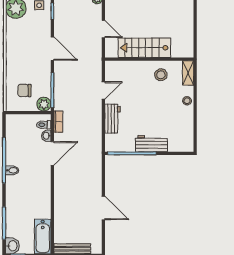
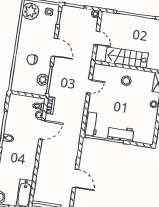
stool: (161, 75) -> (126, 81), moved
chair: (24, 90) -> (32, 59), moved
plant: (44, 104) -> (43, 80), moved
workbench: (113, 119) -> (91, 124), moved

